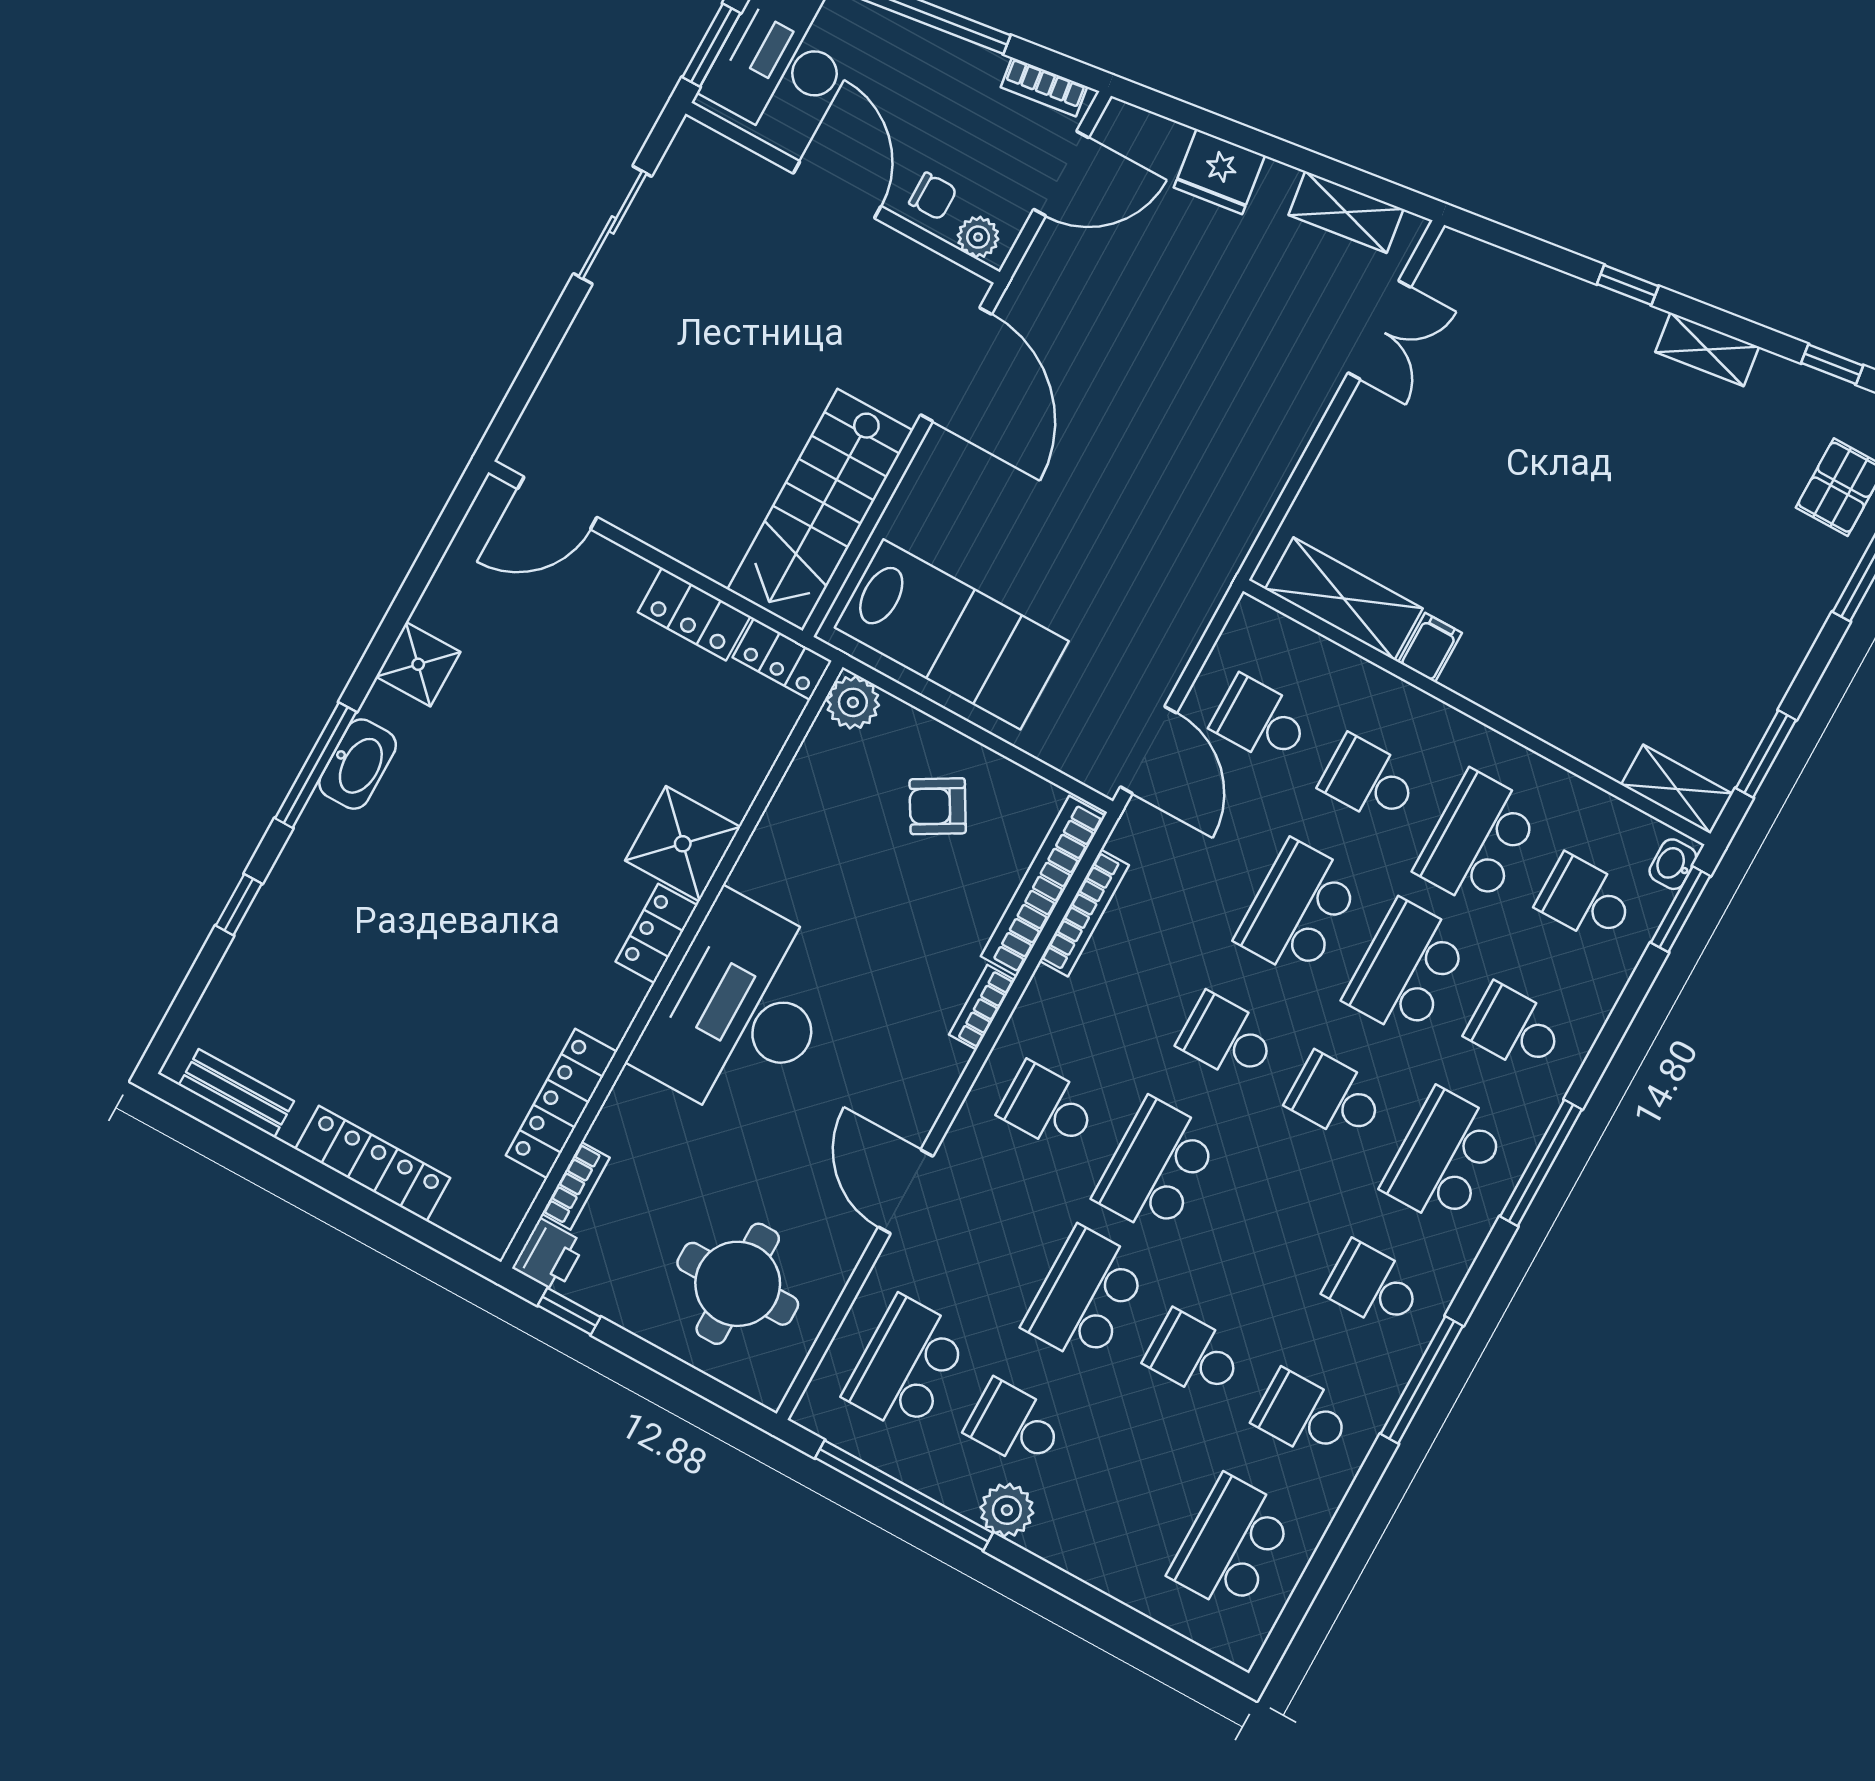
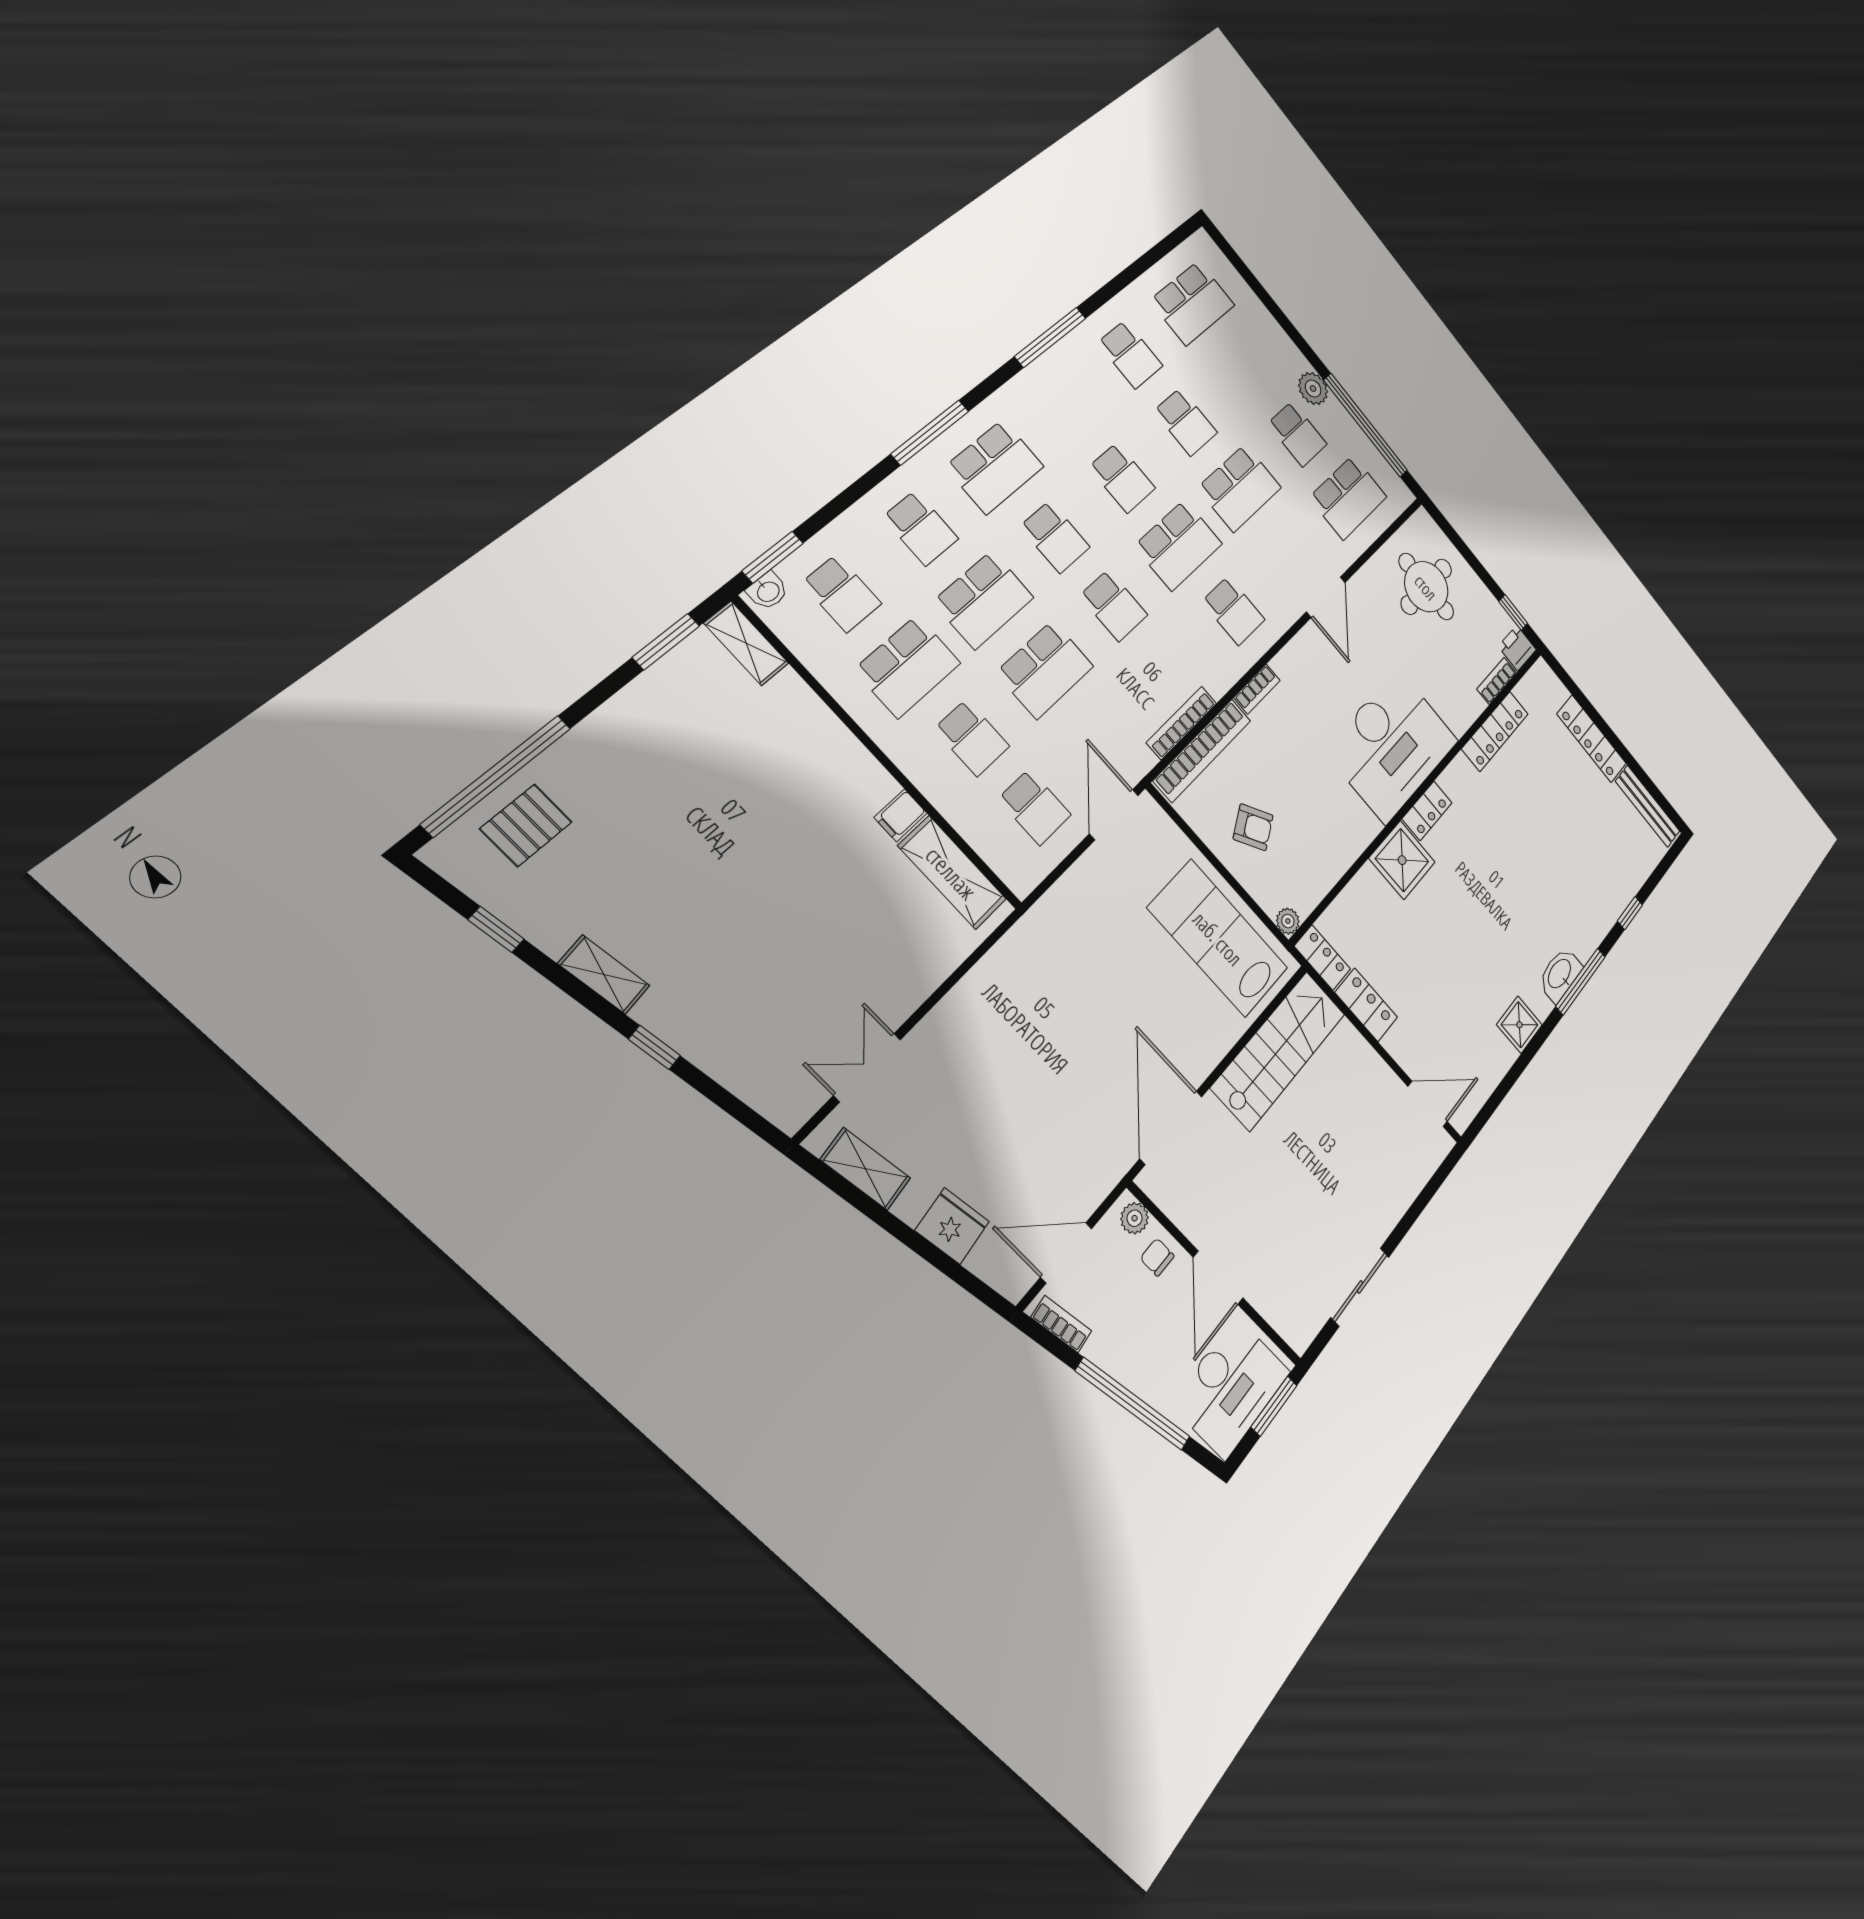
plant: (853, 702) -> (1288, 921), width x0.73, depth x0.73
bench: (236, 1093) -> (1648, 806), width x1.36
school desk: (1373, 1286) -> (1122, 478), moved

